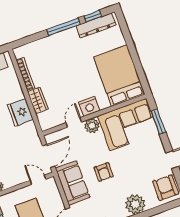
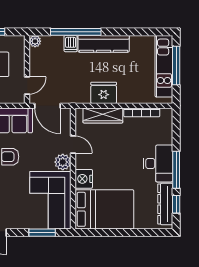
desk: (64, 44) -> (158, 163), added
wardrobe: (38, 100) -> (103, 115), width x1.50
nightstand: (89, 107) -> (84, 179), moved

